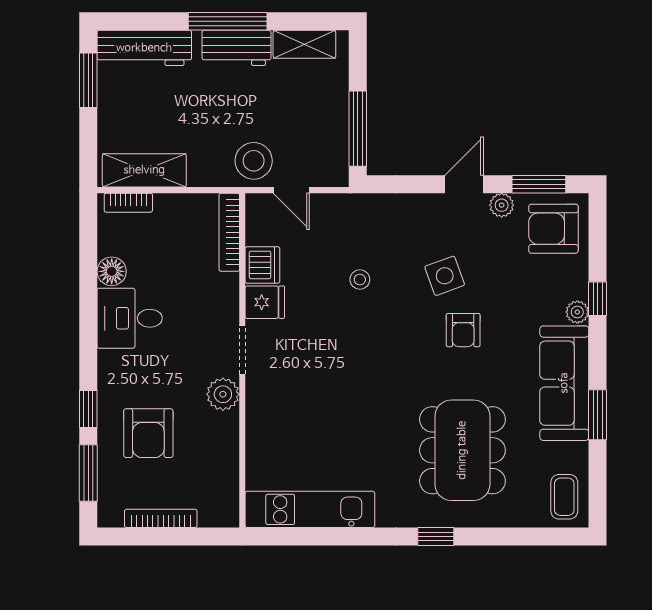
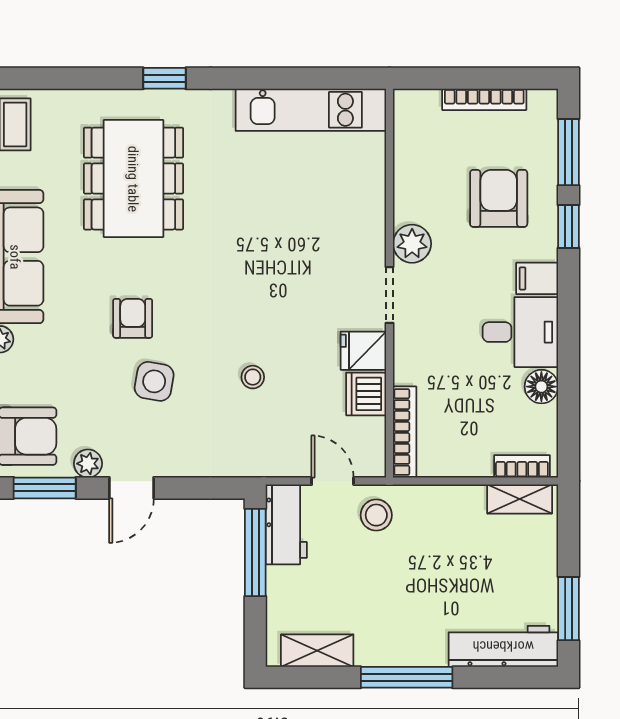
workbench: (237, 48) -> (286, 524), moved, turned 90
stool: (254, 161) -> (376, 515), width x0.73, depth x0.73
shelving: (144, 170) -> (520, 499), width x0.67, depth x0.75
side table: (445, 276) -> (154, 381), turned 30
filing cabinet: (115, 364) -> (537, 278), added

